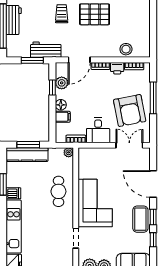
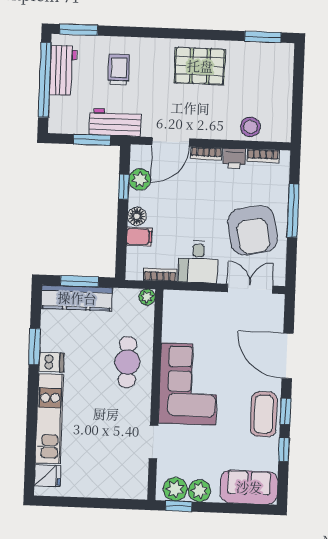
trolley: (62, 14) -> (119, 70), moved

